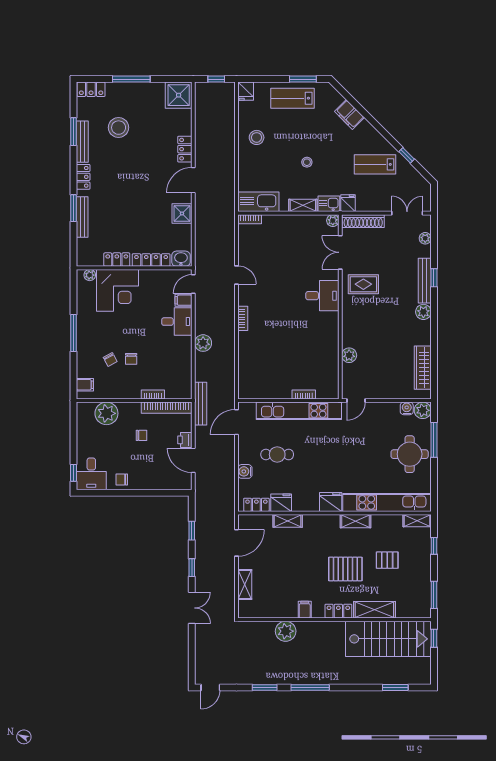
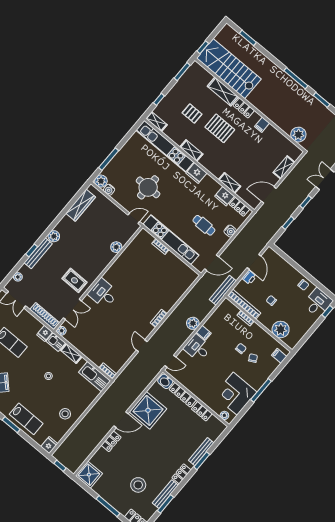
shower: (182, 213) -> (148, 410), width x1.86, depth x1.86
corner desk: (118, 290) -> (235, 394), moved, turned -90
filing cabinet: (183, 300) -> (204, 333), moved
round table: (410, 454) -> (148, 187), moved
plant: (286, 631) -> (298, 135), moved

